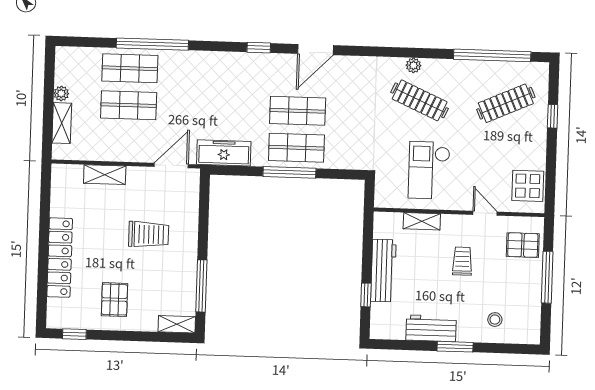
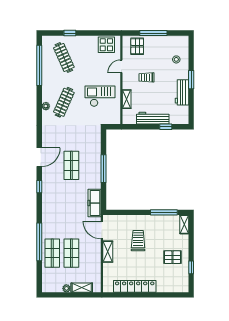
door: (315, 50) -> (39, 157), hinge flipped
shop shelf: (296, 148) -> (91, 165), removed
checkout: (429, 170) -> (100, 96), turned 180
shelving: (105, 175) -> (108, 252), moved
locker: (60, 258) -> (135, 286), moved
window: (74, 334) -> (191, 267), moved

